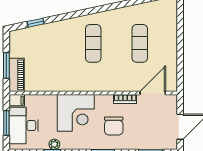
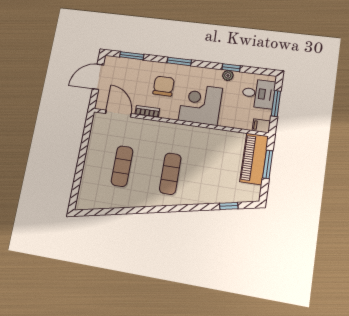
piano: (17, 75) -> (254, 159), width x1.37, depth x1.33
door: (153, 93) -> (118, 114), swing flipped
desk: (24, 125) -> (258, 94), width x0.73

